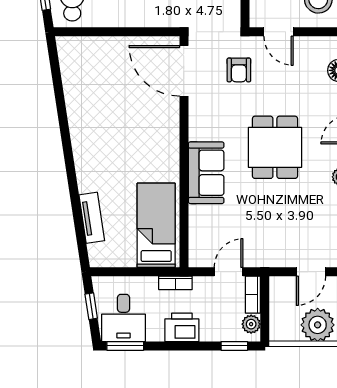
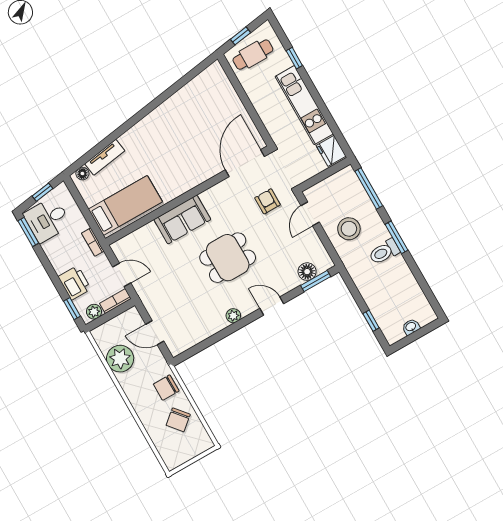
armchair: (239, 70) -> (267, 201), turned 90
floor lamp: (95, 252) -> (82, 173), added
printer: (182, 327) -> (75, 283), moved

